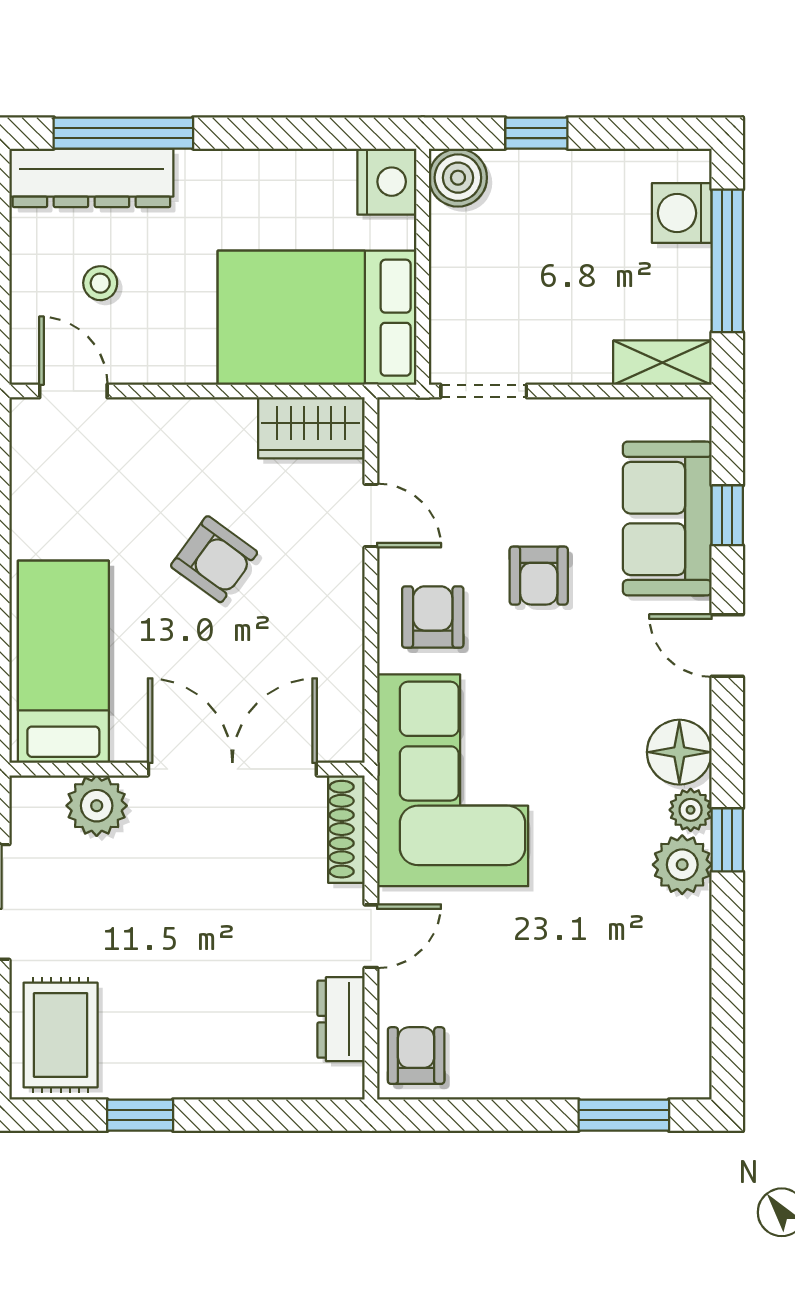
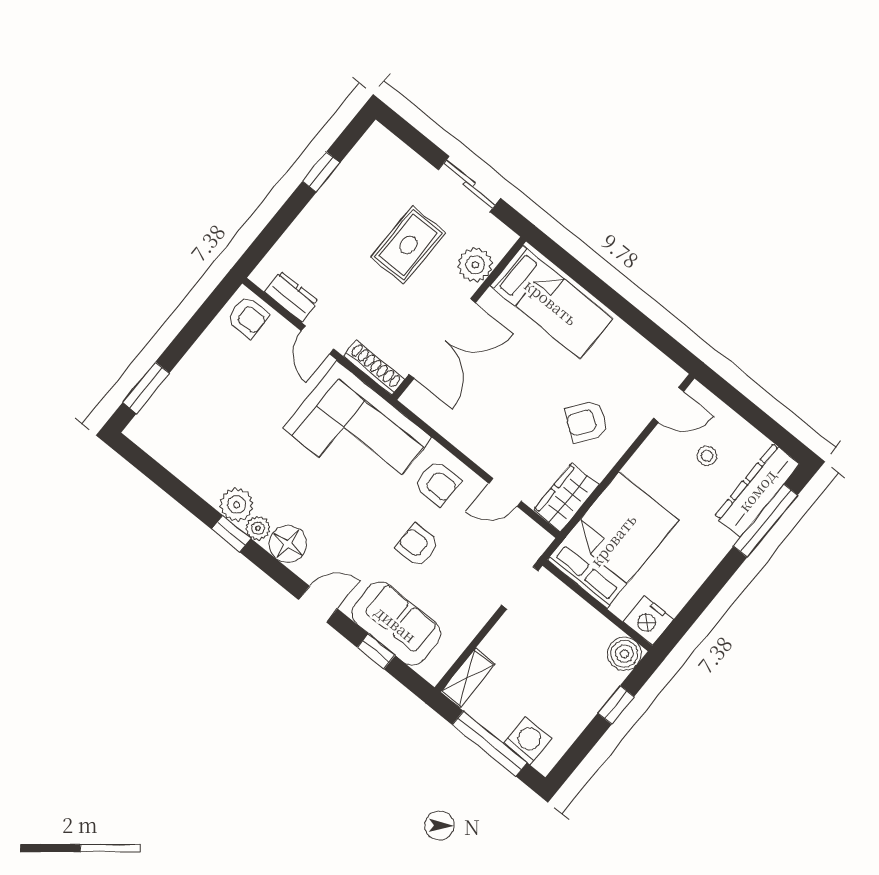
armchair: (214, 559) -> (587, 421), moved
rug: (61, 1035) -> (408, 245), moved, turned 90

